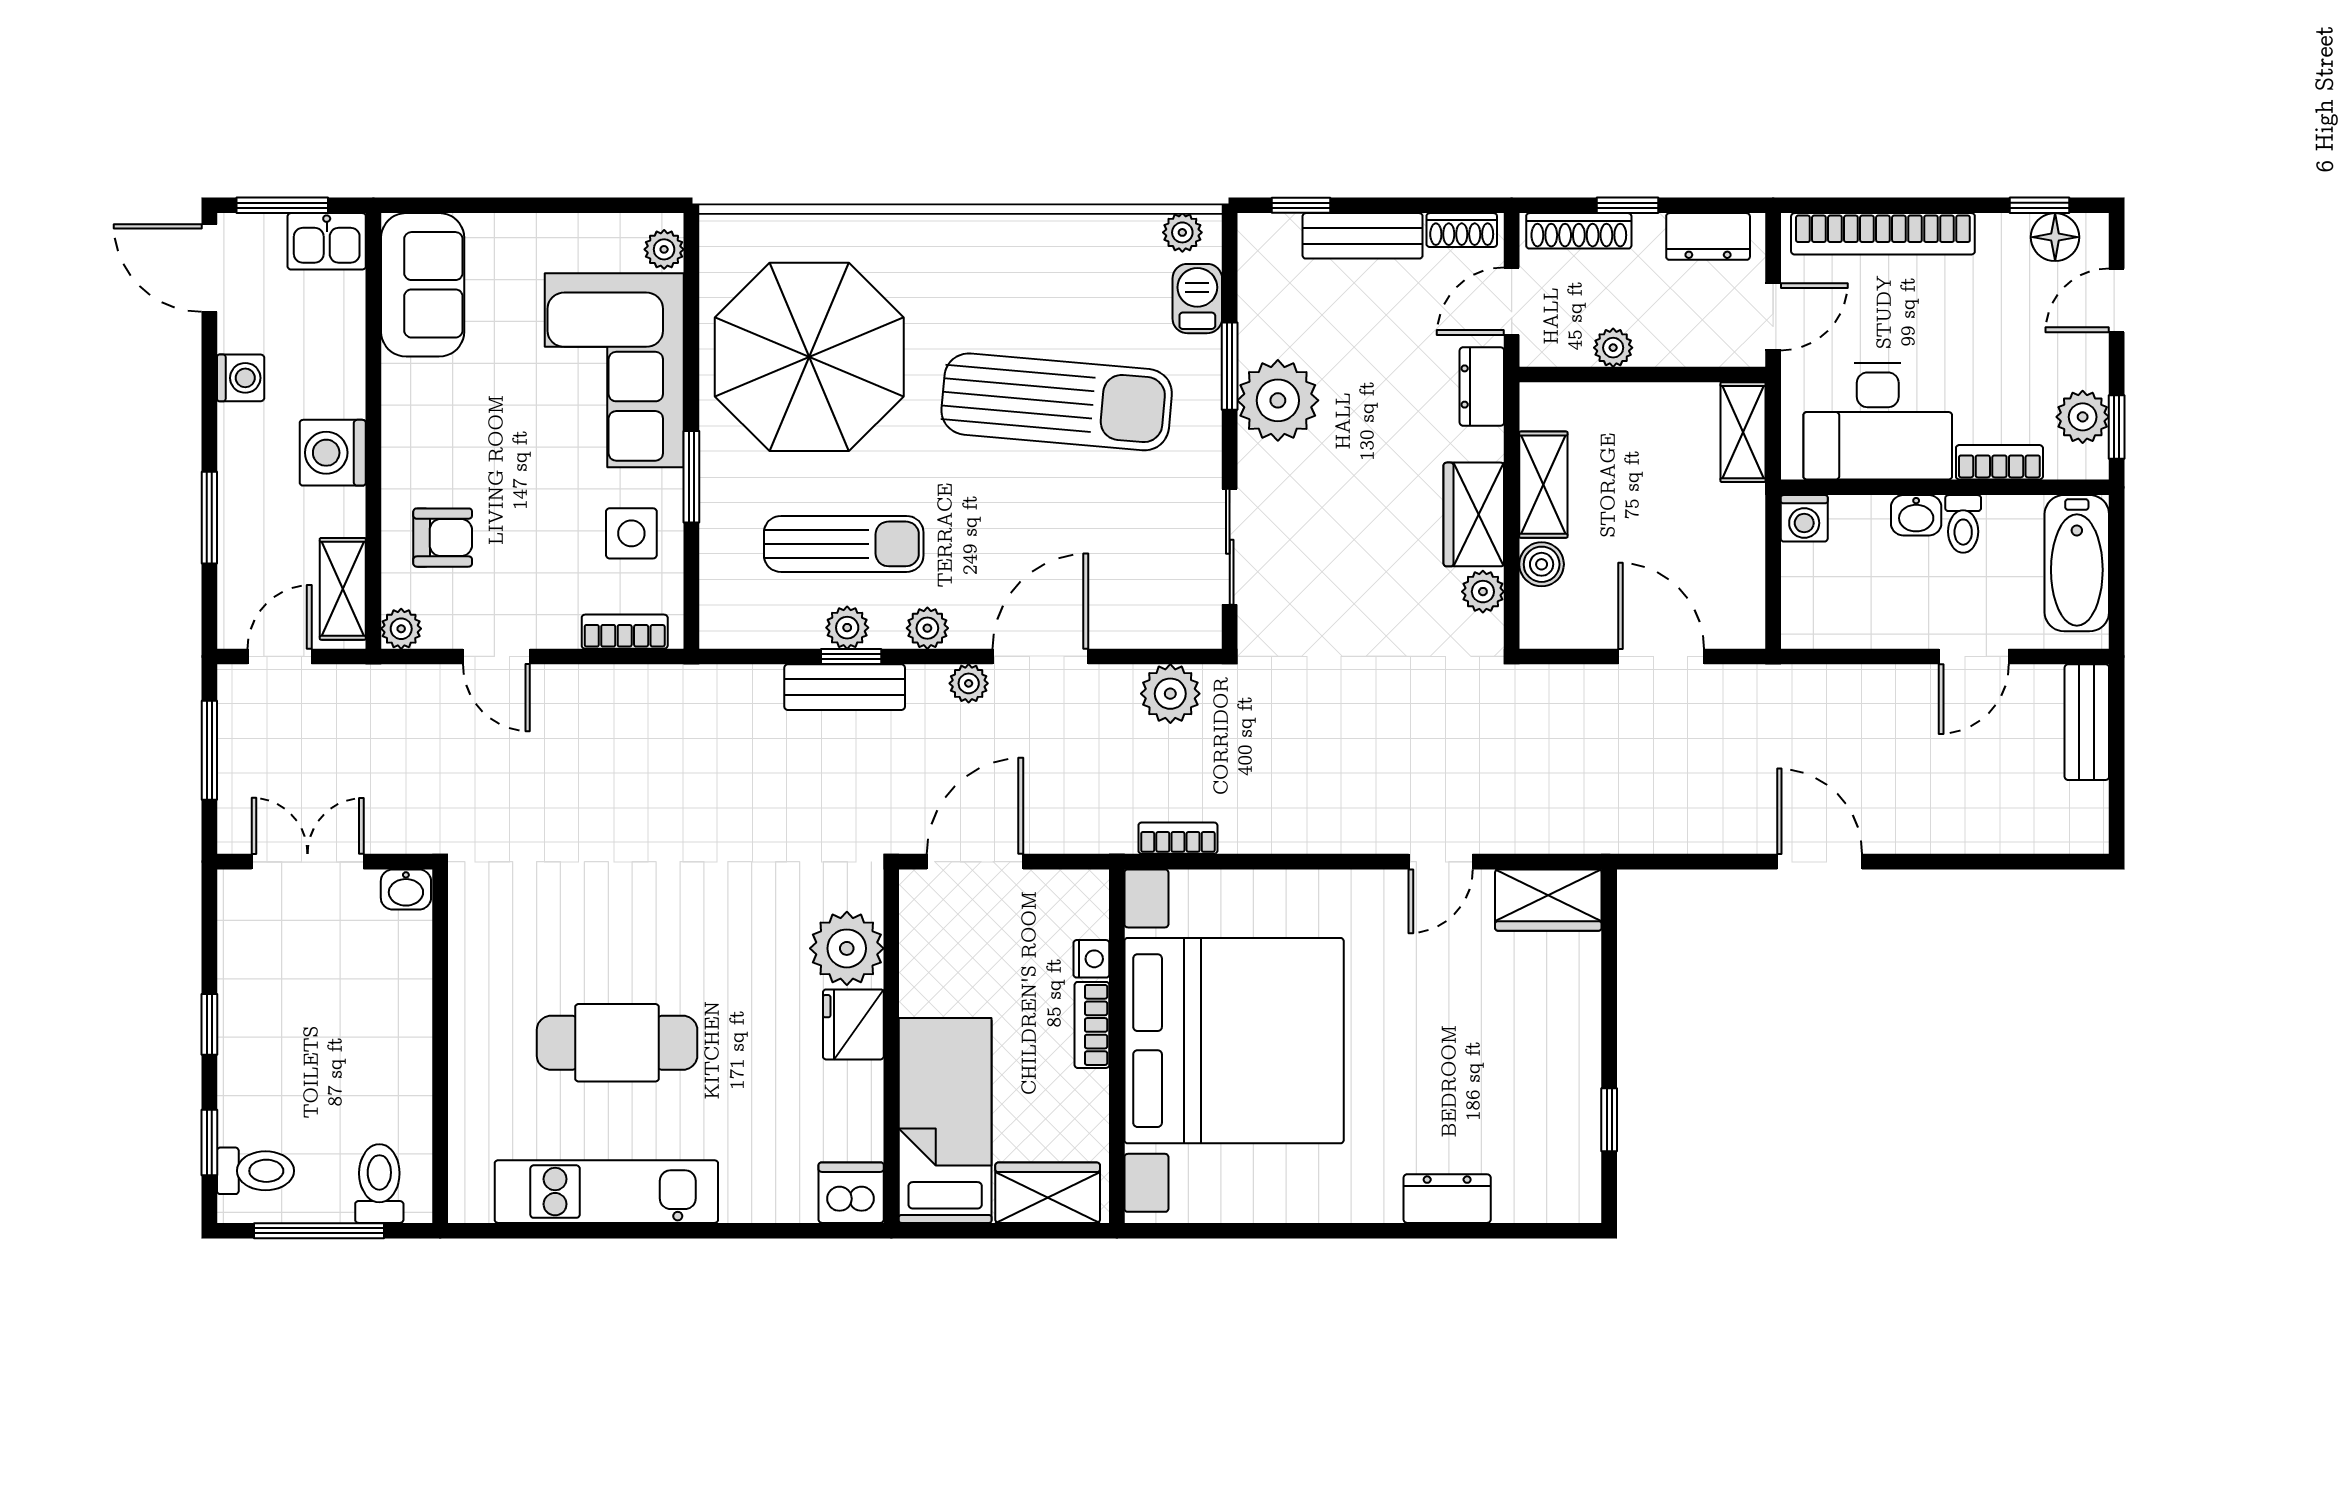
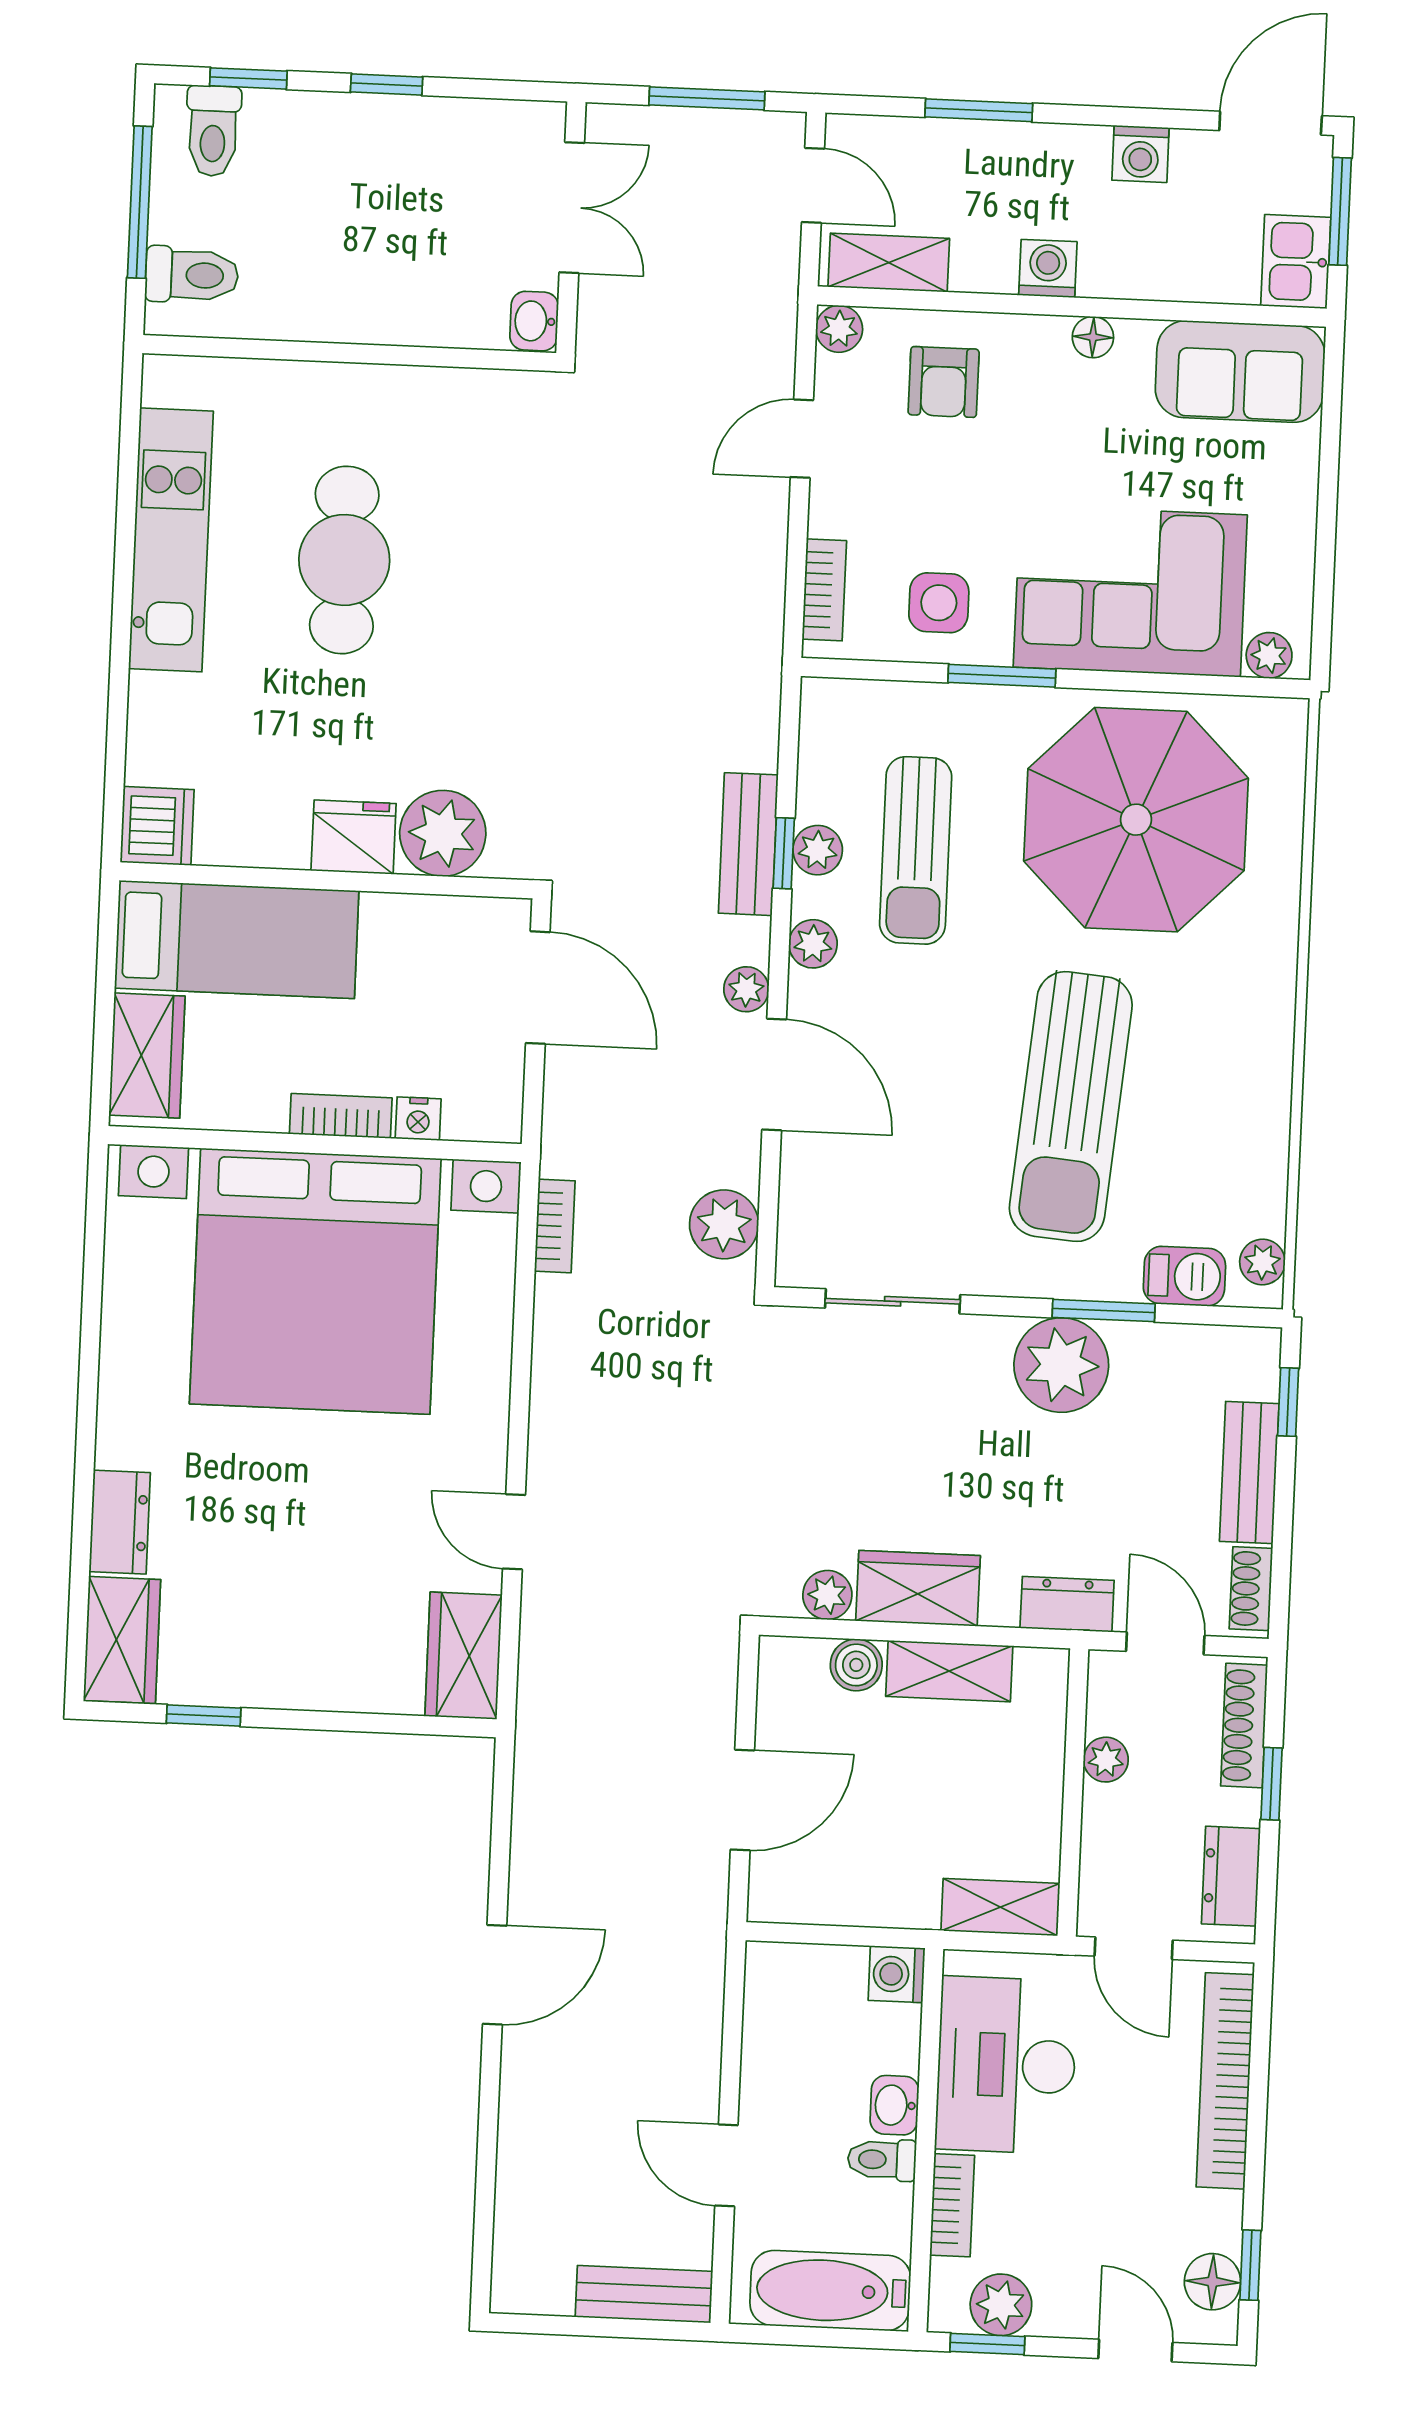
floor lamp: (399, 412) -> (1093, 337), added
washing machine: (333, 453) -> (1048, 268), width x0.73, depth x0.73
wardrobe: (1548, 1192) -> (122, 1640), added

